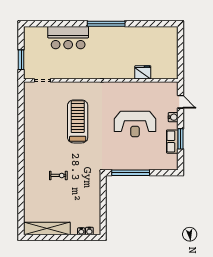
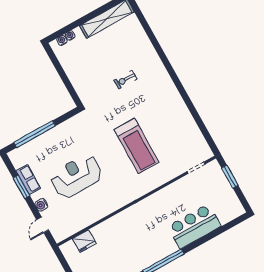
fridge: (143, 72) -> (84, 241), moved
door: (180, 102) -> (43, 225), hinge flipped
window: (131, 173) -> (34, 134), moved

